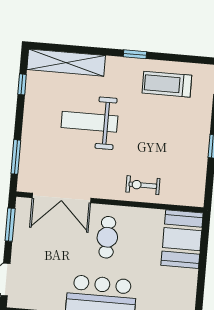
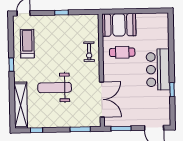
treadmill: (167, 84) -> (27, 44), turned 180
weight bench: (89, 122) -> (55, 88), turned 90
cafe table: (107, 237) -> (122, 52), moved

